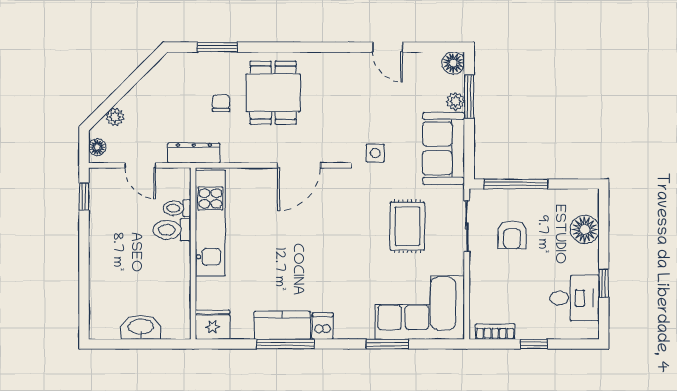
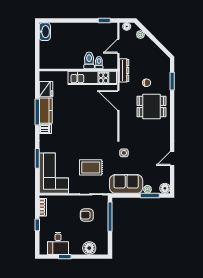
door: (299, 165) -> (118, 100), moved
fridge: (213, 325) -> (46, 89), moved
washbasin: (141, 327) -> (45, 32), moved

